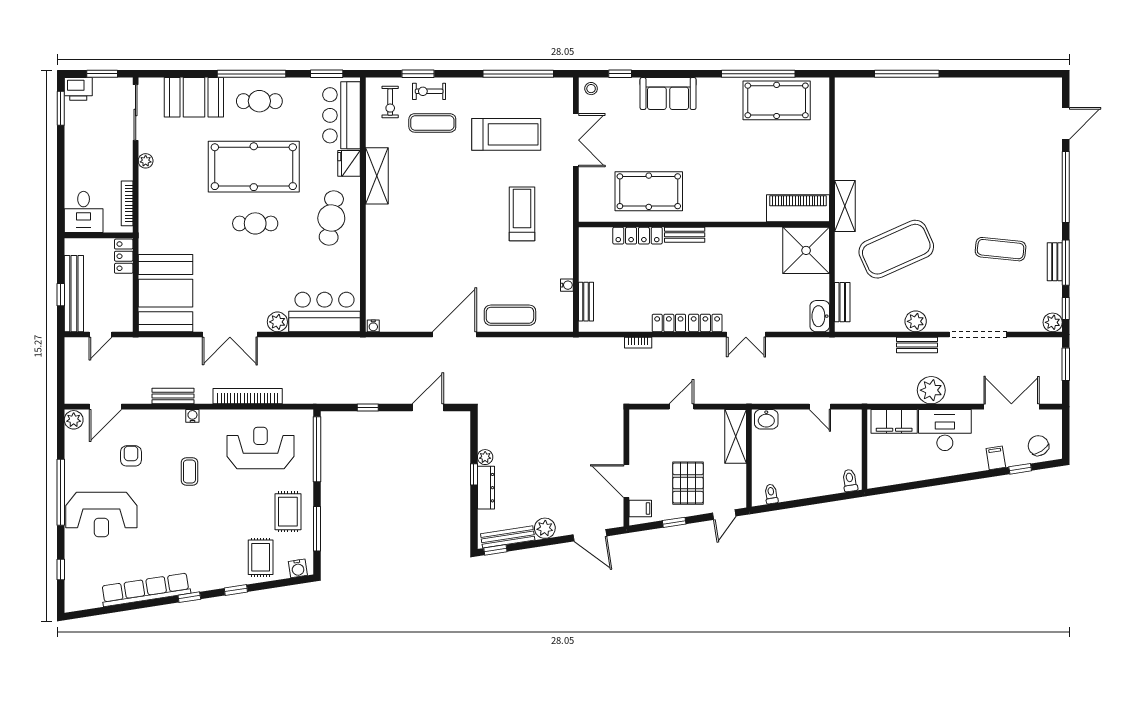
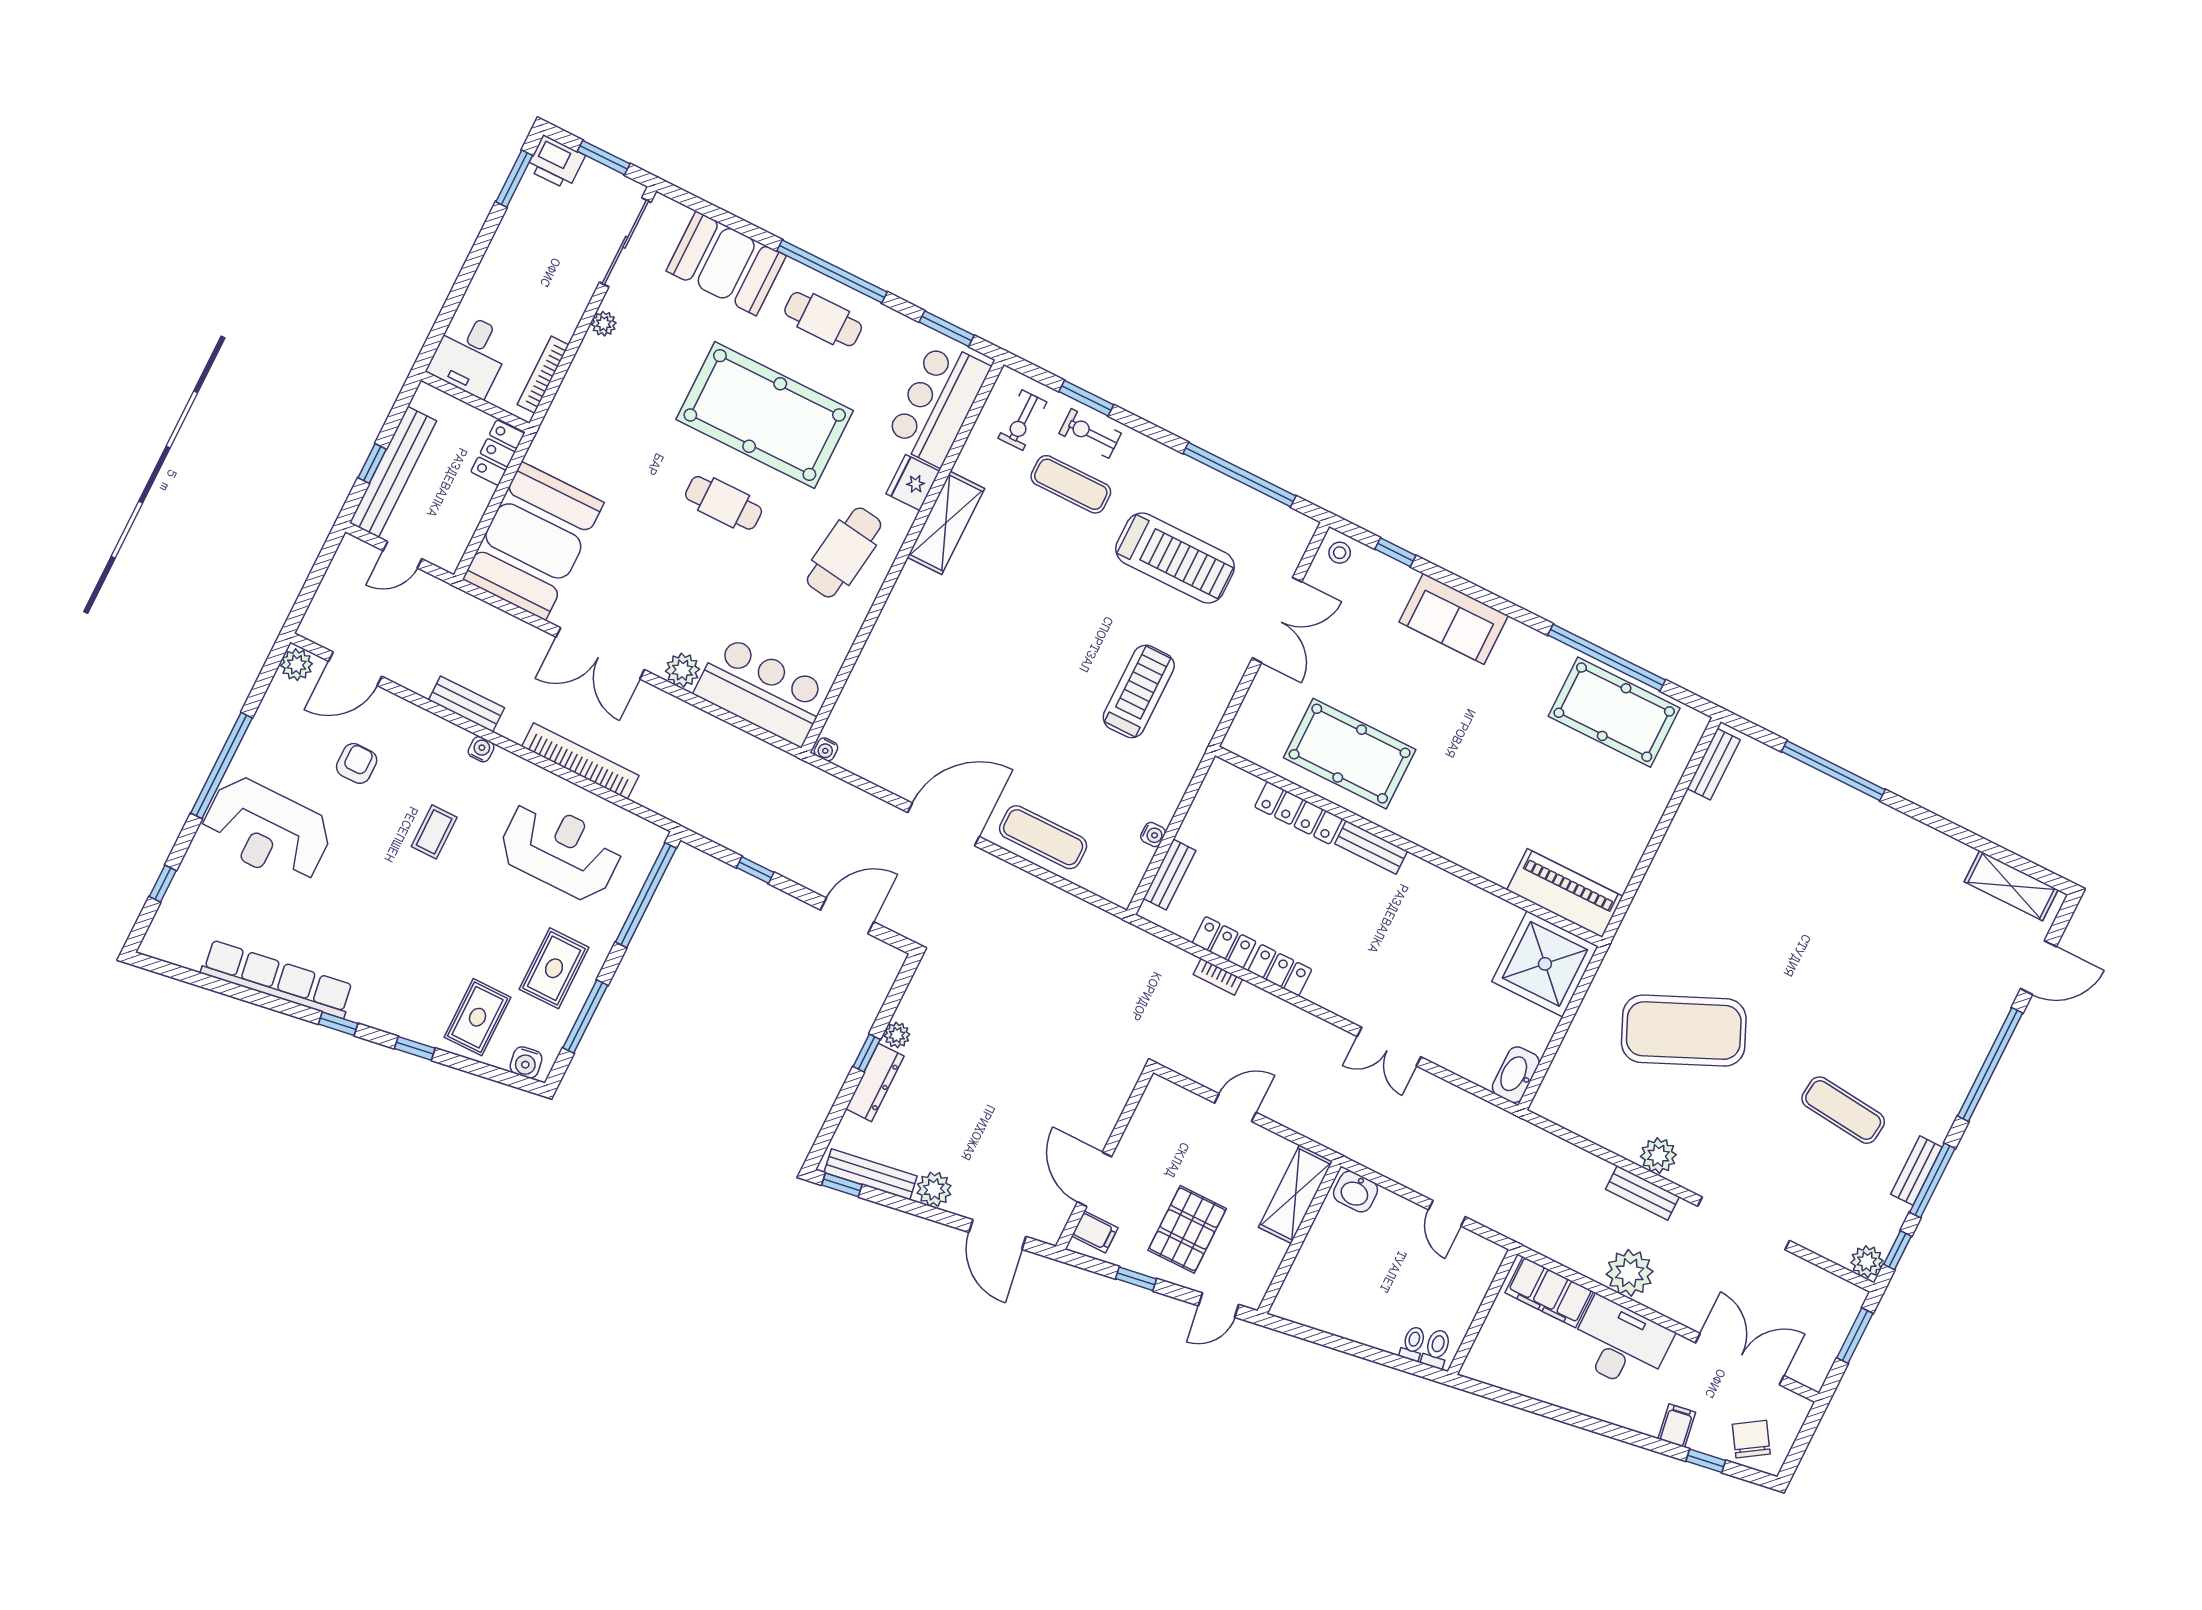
shelving: (845, 206) -> (2011, 886), moved, turned 90
bench: (842, 302) -> (1714, 764), moved
locker: (705, 323) -> (1224, 942), moved
toilet: (771, 494) -> (1413, 1344), moved

